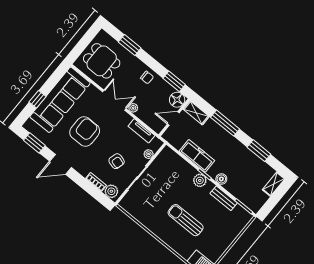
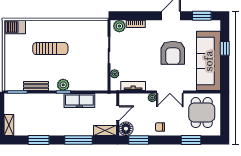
dining table: (102, 61) -> (202, 113), turned 90
armchair: (117, 161) -> (133, 50), removed
boiler: (221, 179) -> (49, 98), removed

